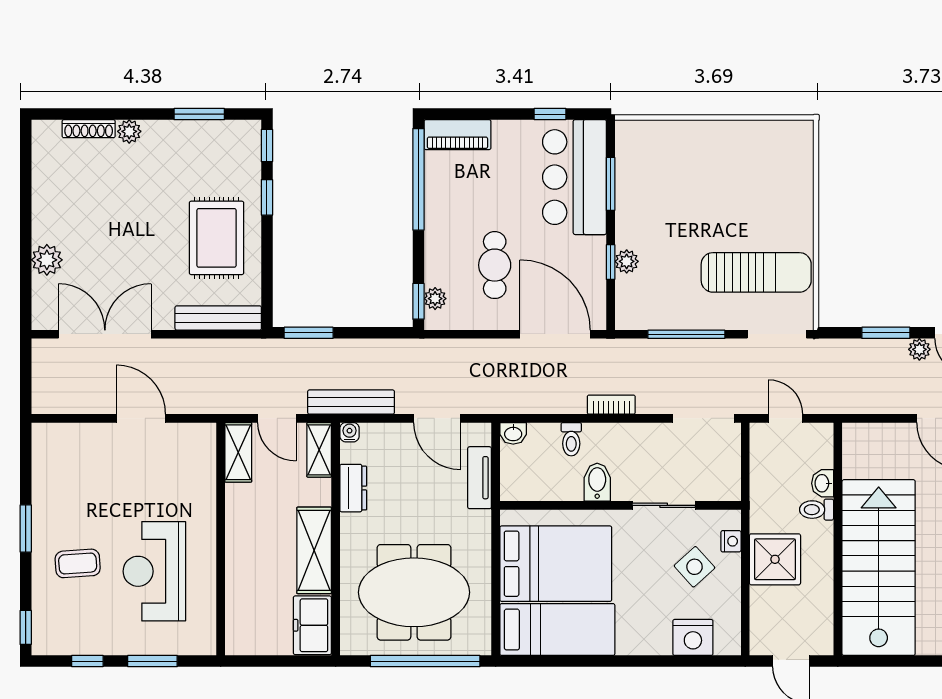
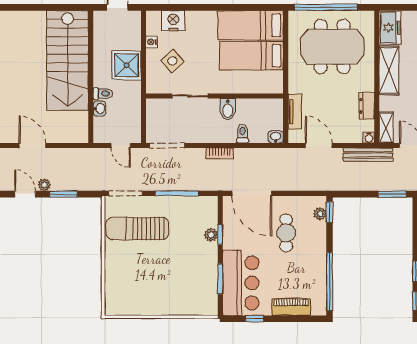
piano: (457, 135) -> (291, 307), moved
nightstand: (731, 541) -> (152, 42), moved
bed: (556, 564) -> (251, 56), width x0.67

